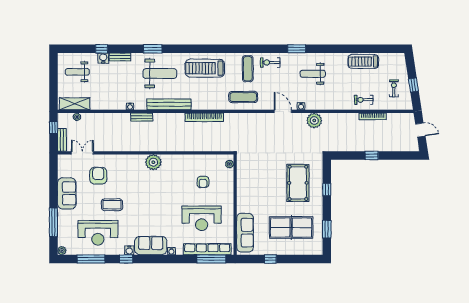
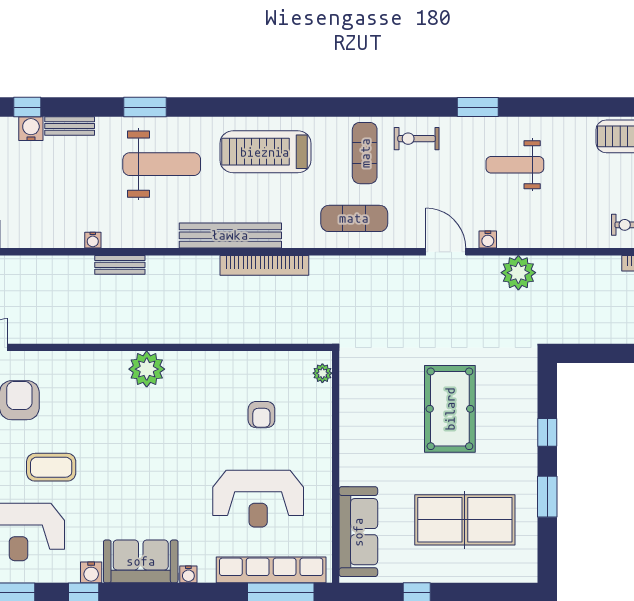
bench: (169, 104) -> (230, 235), moved
pool table: (298, 183) -> (450, 409), moved
window: (327, 229) -> (547, 497), moved

